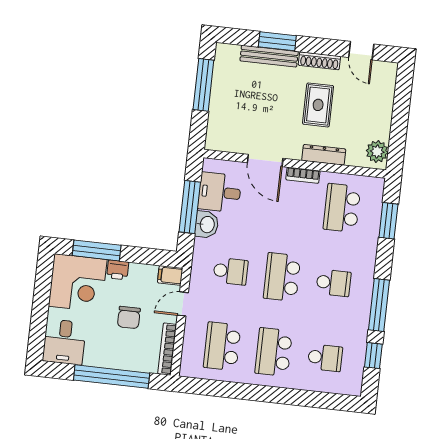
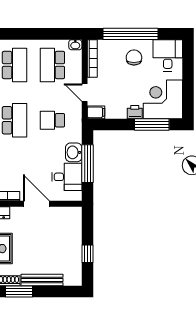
window: (277, 41) -> (19, 292), moved
window: (203, 85) -> (87, 254), width x0.46
door: (183, 304) -> (85, 93), swing flipped
chair: (129, 317) -> (134, 58), moved
school desk: (222, 346) -> (52, 65), turned 180
washbasin: (188, 370) -> (75, 45), added

